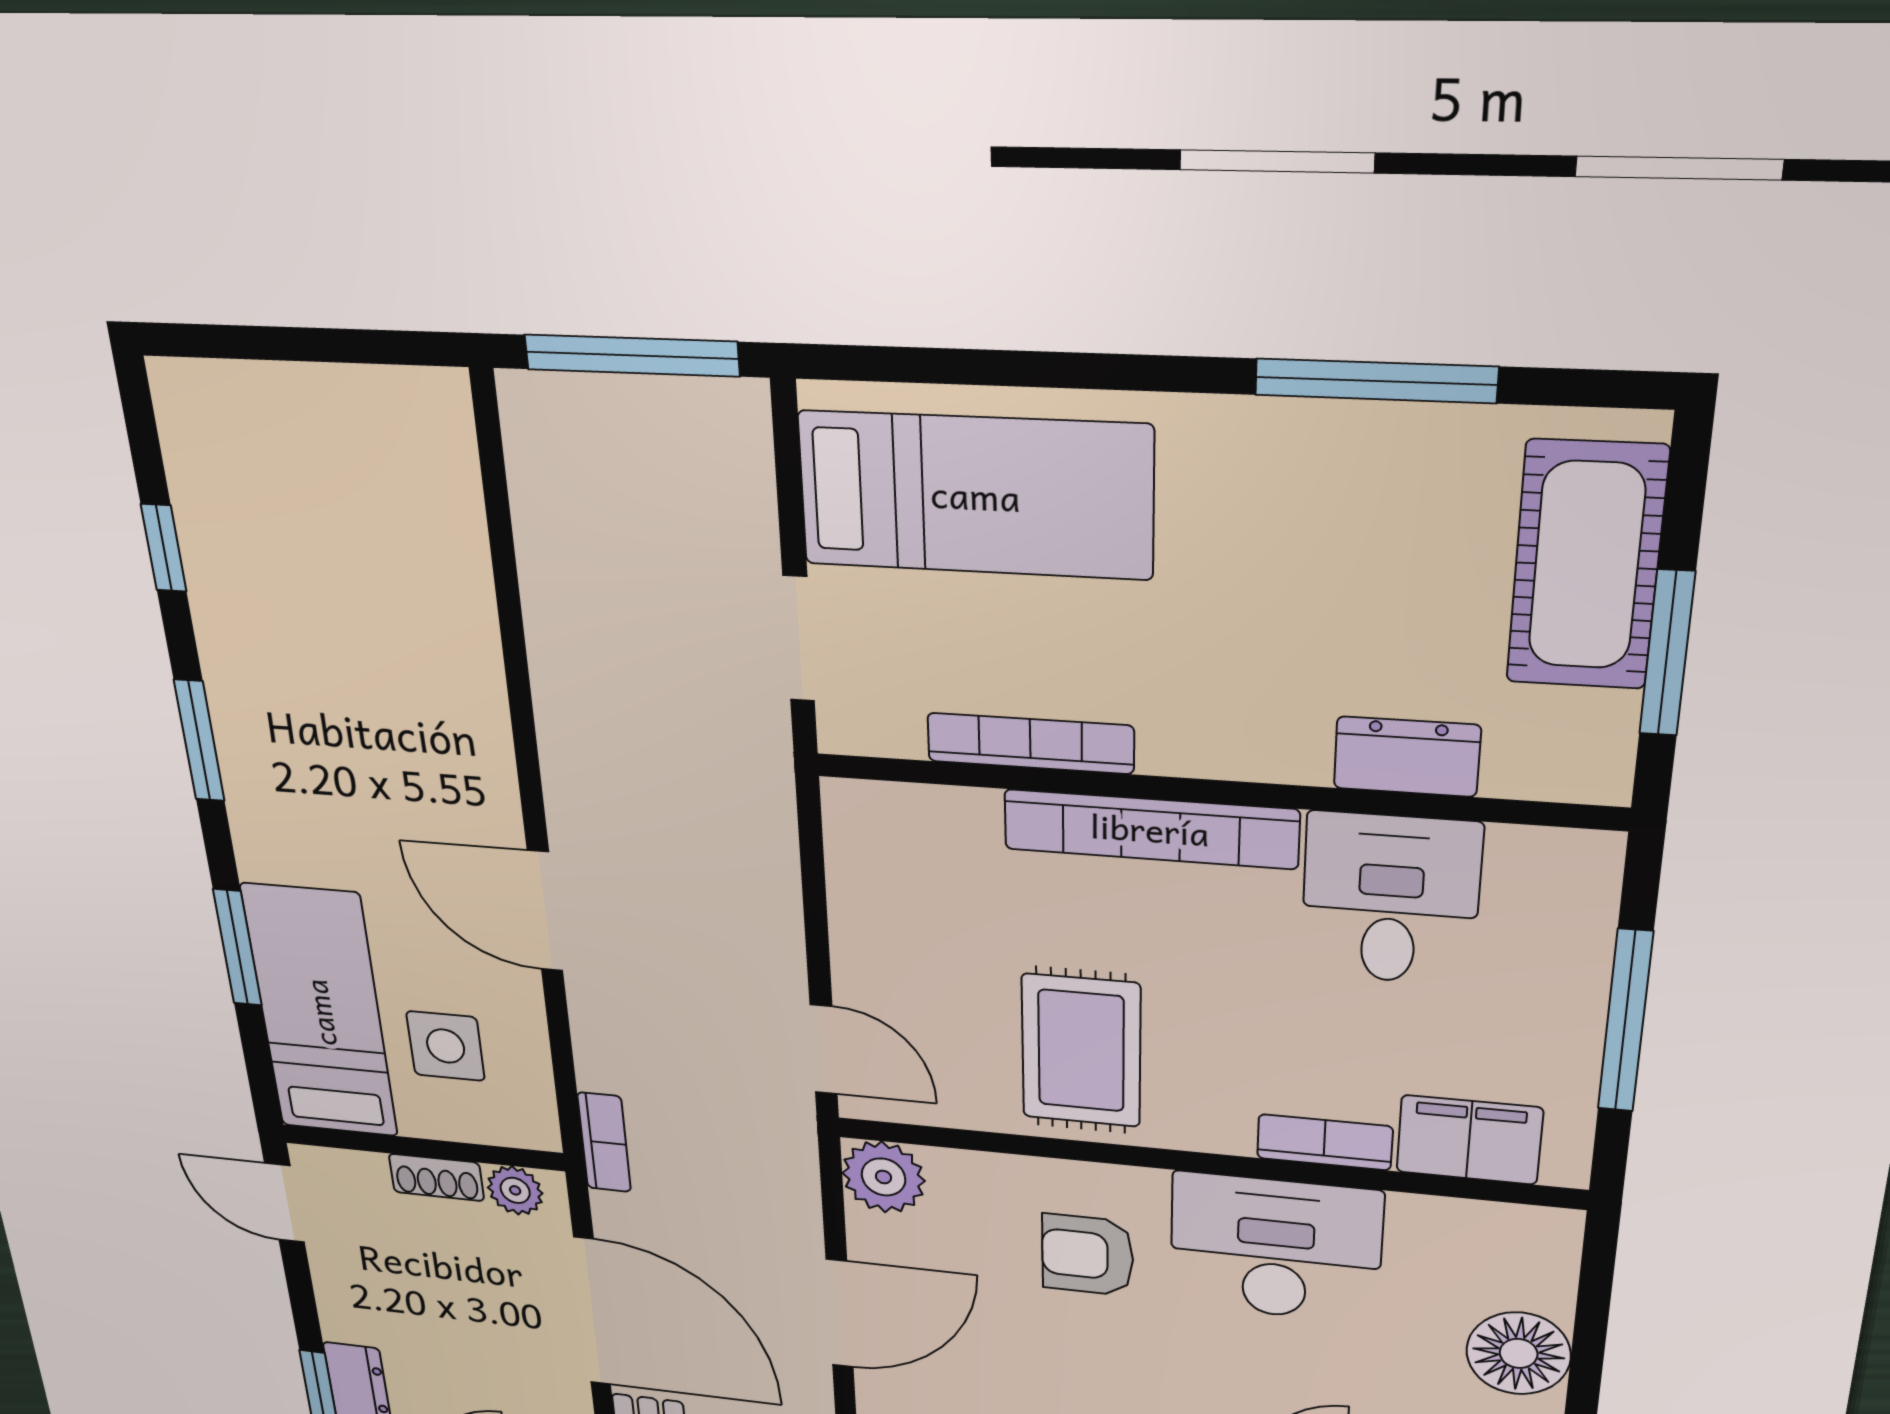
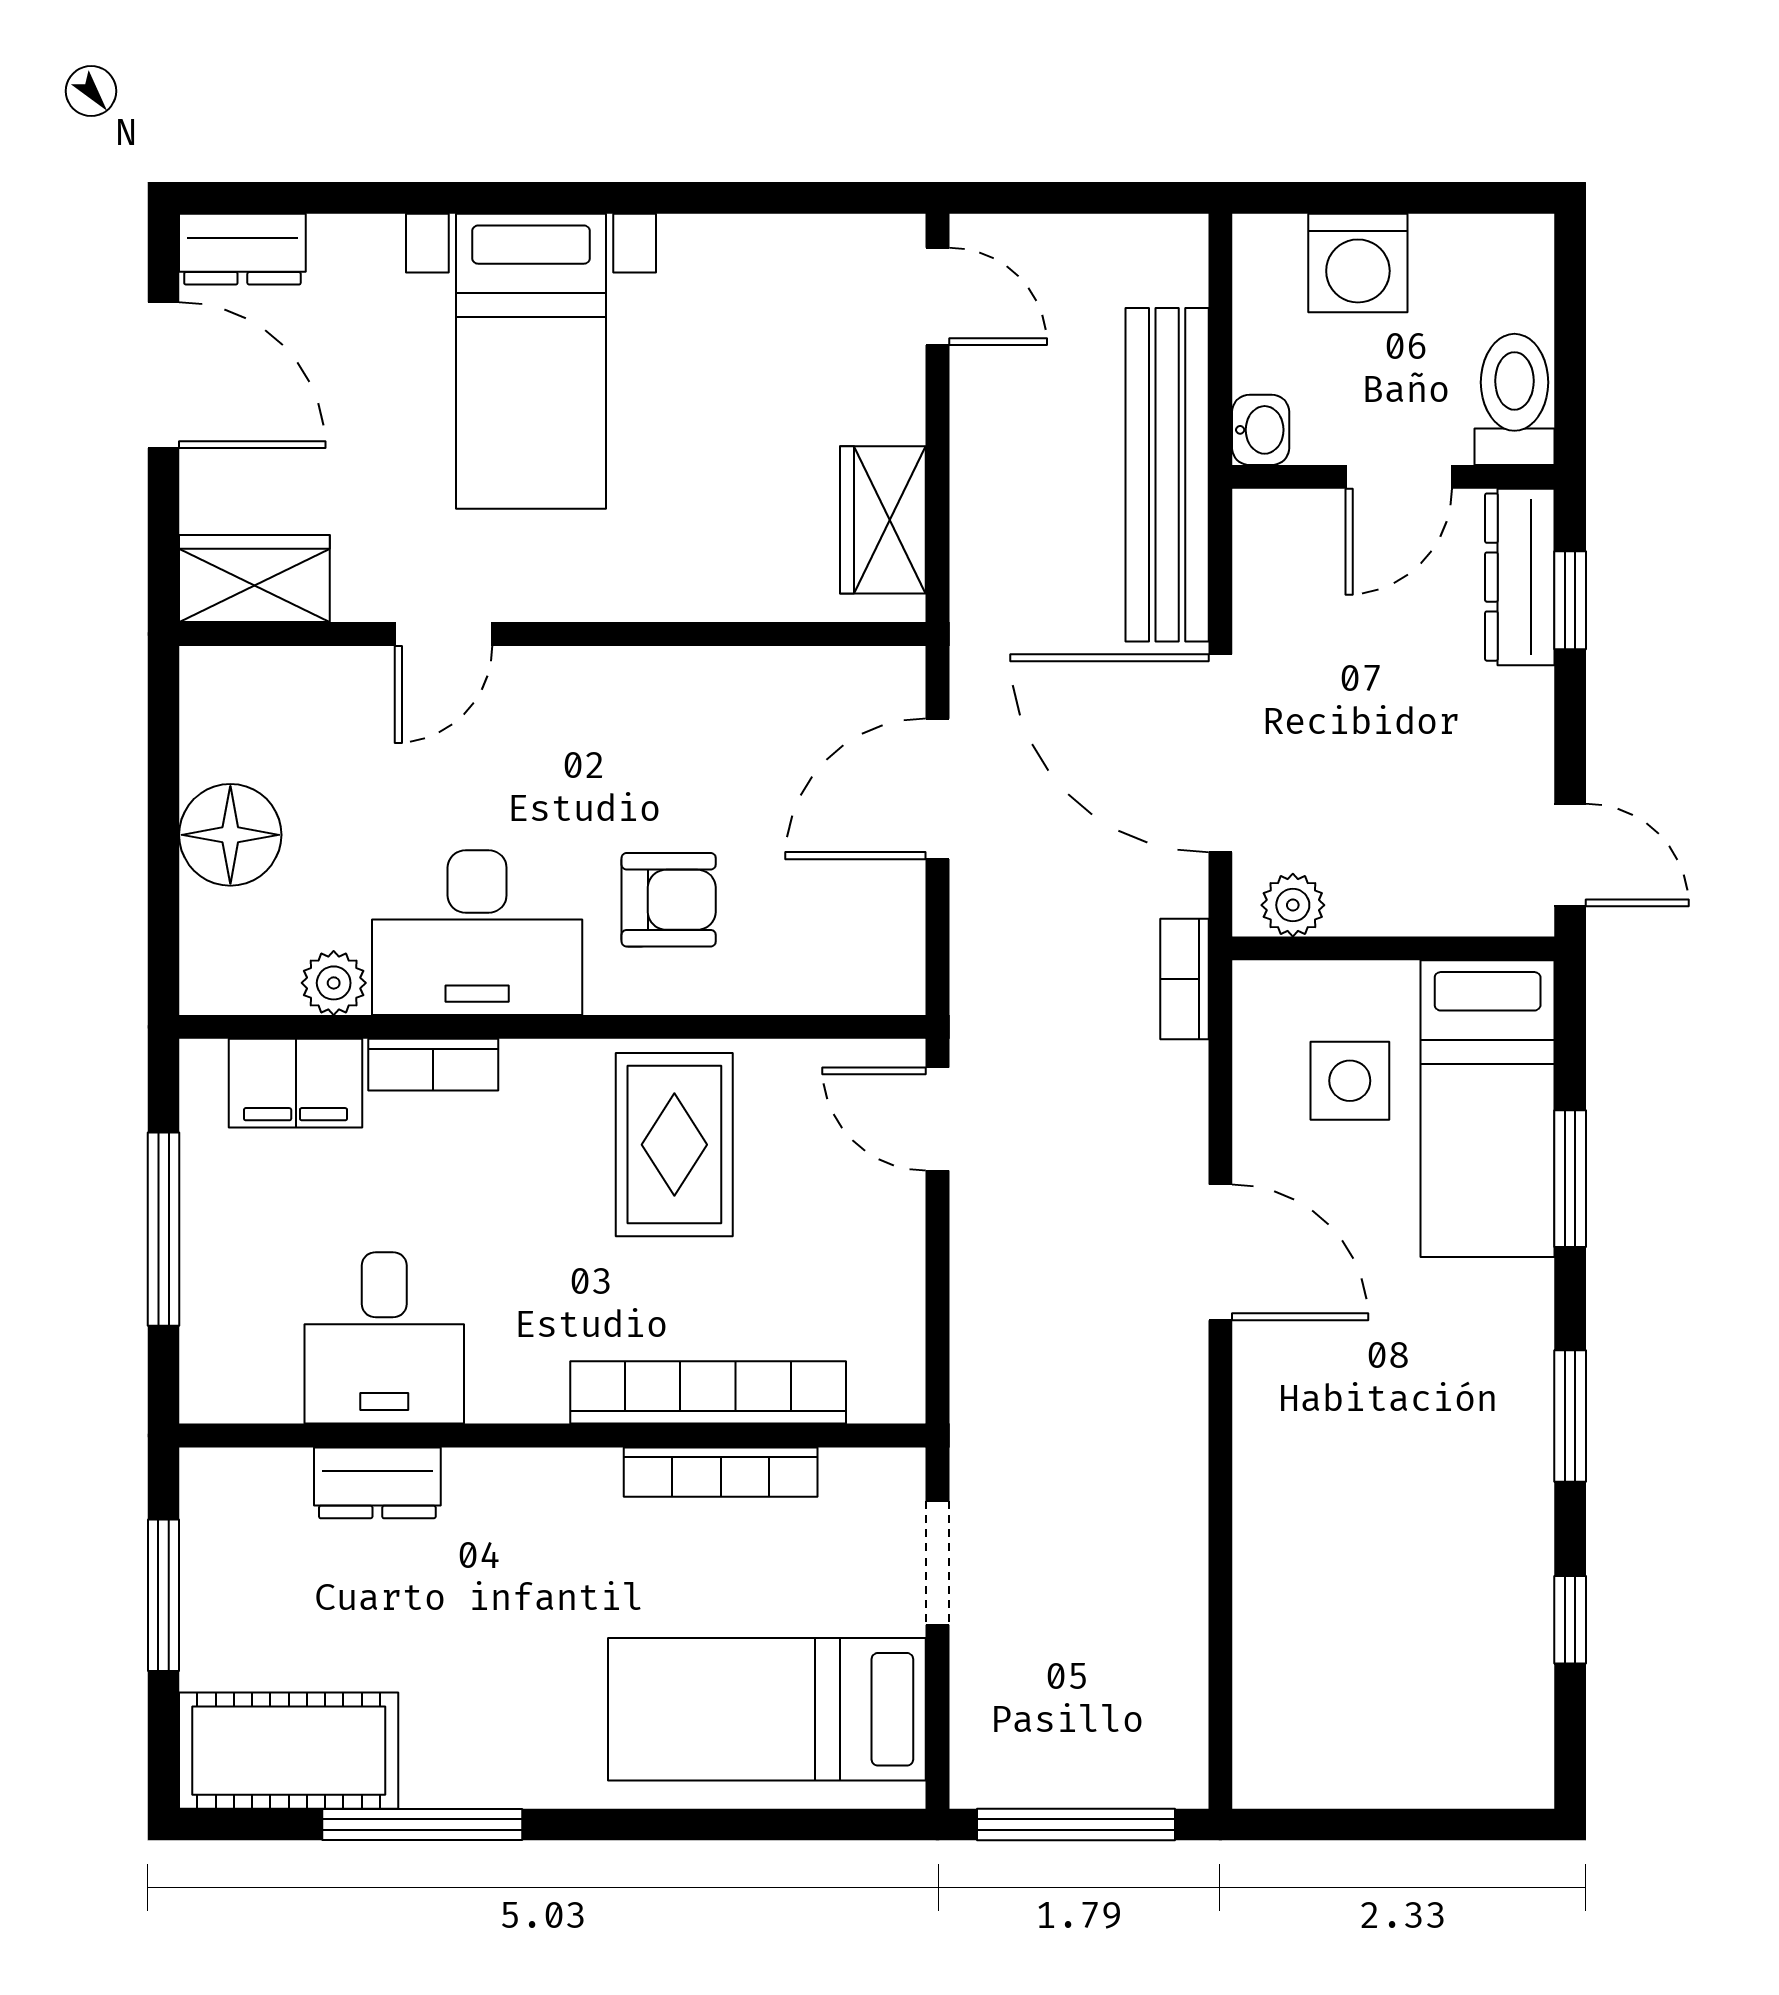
cot: (1586, 566) -> (289, 1751), moved, turned 90
bookcase: (1150, 829) -> (708, 1392), moved
shoe rack: (436, 1177) -> (1383, 911), removed
plant: (883, 1177) -> (334, 983), moved, width x0.73, depth x0.73

